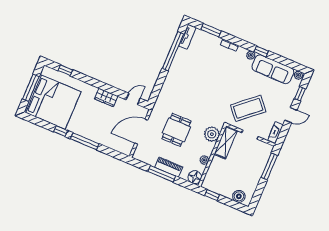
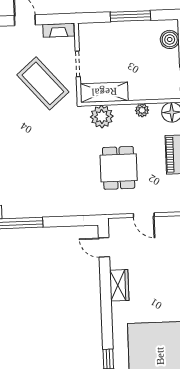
dining table: (176, 130) -> (119, 168), turned 90
door: (141, 132) -> (144, 215), width x0.53
window: (269, 166) -> (130, 16), moved

